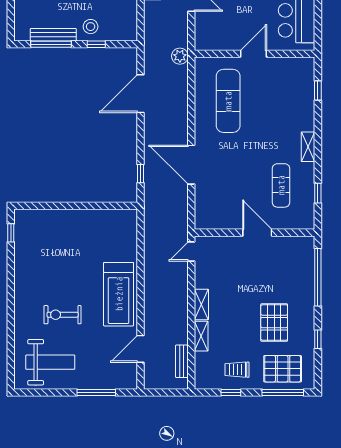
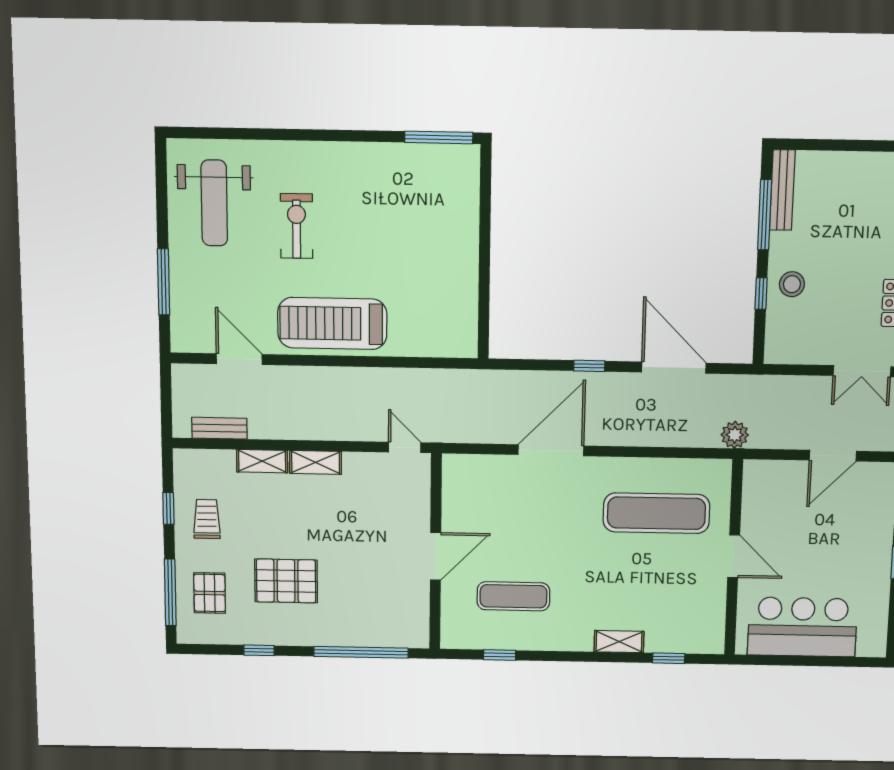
bench: (53, 35) -> (782, 190), moved
shelving: (308, 147) -> (619, 642), moved
window: (141, 174) -> (589, 366), moved
window: (11, 233) -> (439, 137), width x2.17
pallet: (283, 369) -> (210, 593), width x0.67, depth x0.71

